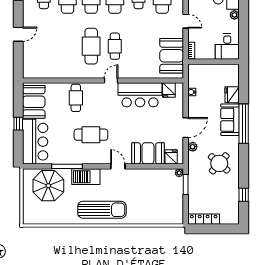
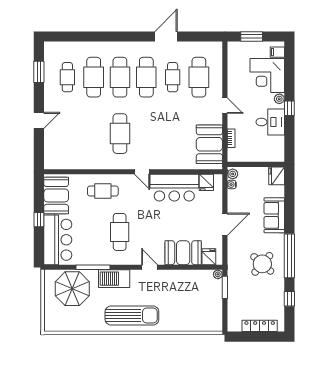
window: (244, 23) -> (289, 108), added
cafe table: (115, 46) -> (146, 134), removed
desk: (227, 47) -> (270, 122), moved, turned -90
wall: (213, 62) -> (256, 164), moved
door: (111, 81) -> (142, 172), swing flipped
fridge: (232, 95) -> (277, 176), moved
cafe table: (76, 98) -> (103, 191), turned 90
window: (244, 124) -> (289, 256), moved
cafe table: (91, 135) -> (120, 232), turned 90
plant: (193, 147) -> (233, 174), moved
locker: (204, 219) -> (260, 326), moved

